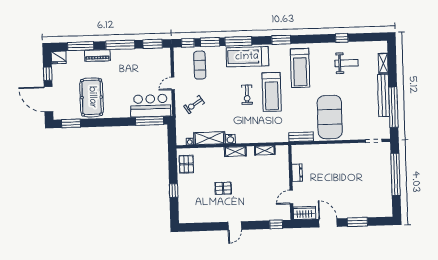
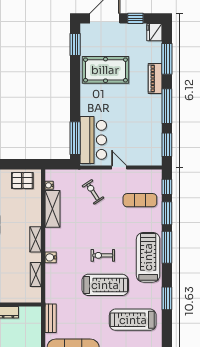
treadmill: (272, 92) -> (105, 285), turned 180
water cooler: (230, 139) -> (51, 257), moved

